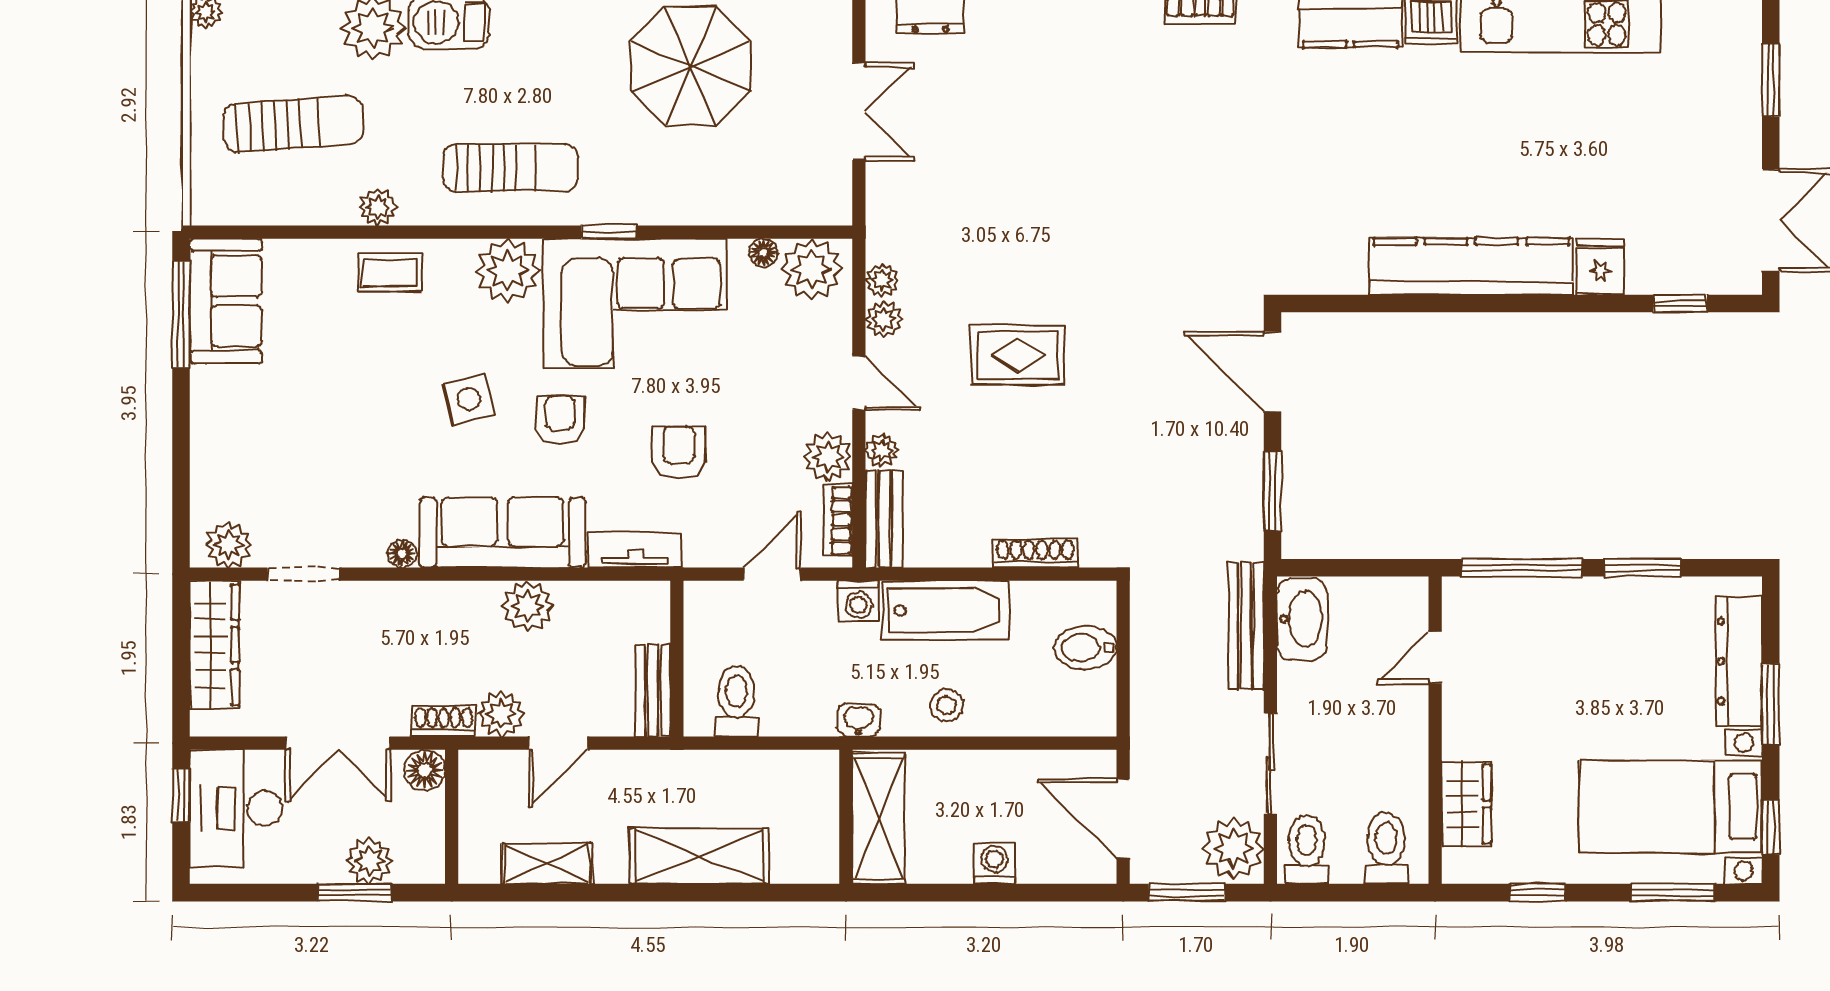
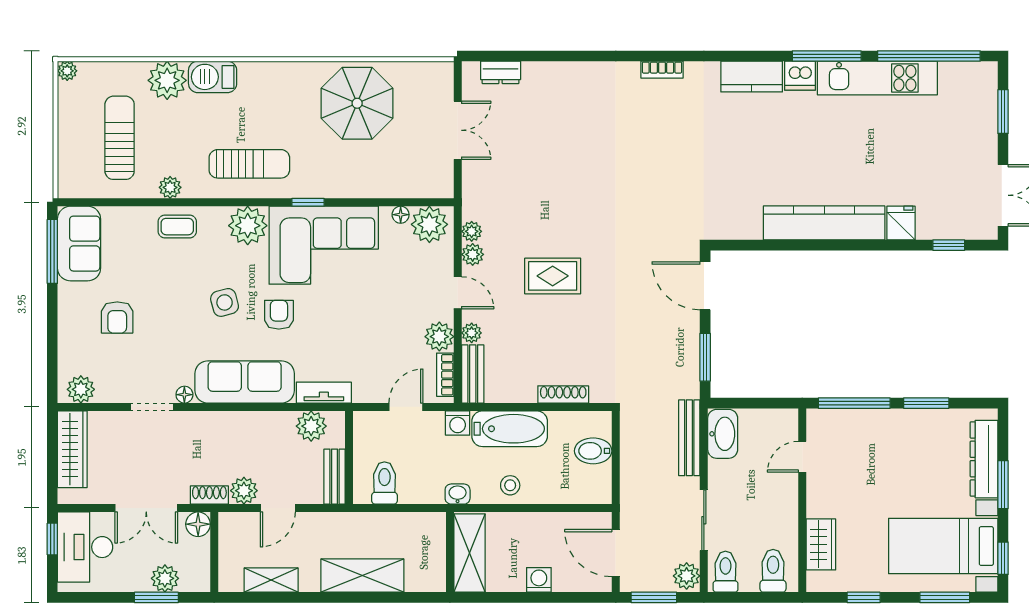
sun lounger: (293, 124) -> (120, 138), turned -86
armchair: (679, 452) -> (117, 317), moved, turned 180
doorway: (303, 574) -> (152, 407), moved
plant: (528, 606) -> (311, 426), moved
plant: (1233, 849) -> (687, 576), width x0.73, depth x0.73

